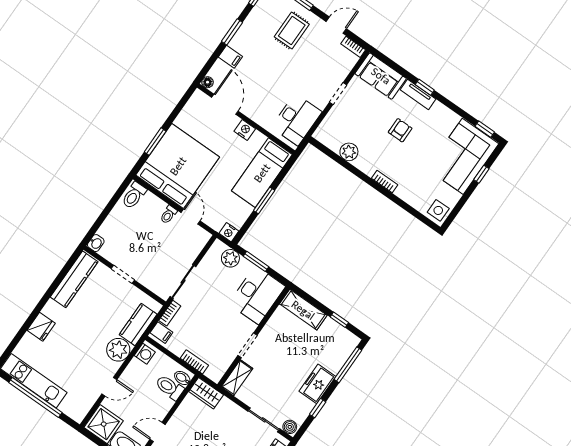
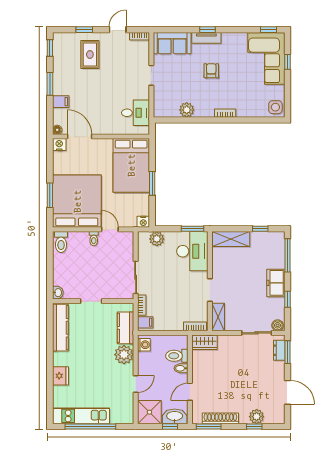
desk: (296, 119) -> (136, 113), width x0.73
nightstand: (245, 130) -> (59, 145), moved
bed: (262, 173) -> (131, 165), width x1.50
window: (256, 261) -> (192, 229), moved
bookcase: (194, 362) -> (195, 326), moved
bidet: (182, 378) -> (181, 368), moved

